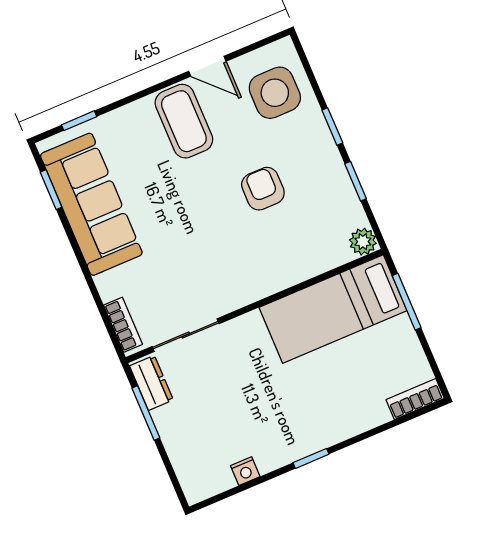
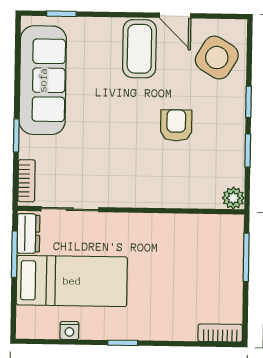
side table: (275, 93) -> (217, 58), turned 31
window: (51, 190) -> (16, 136), moved
bed: (333, 309) -> (72, 281), moved, turned 180

